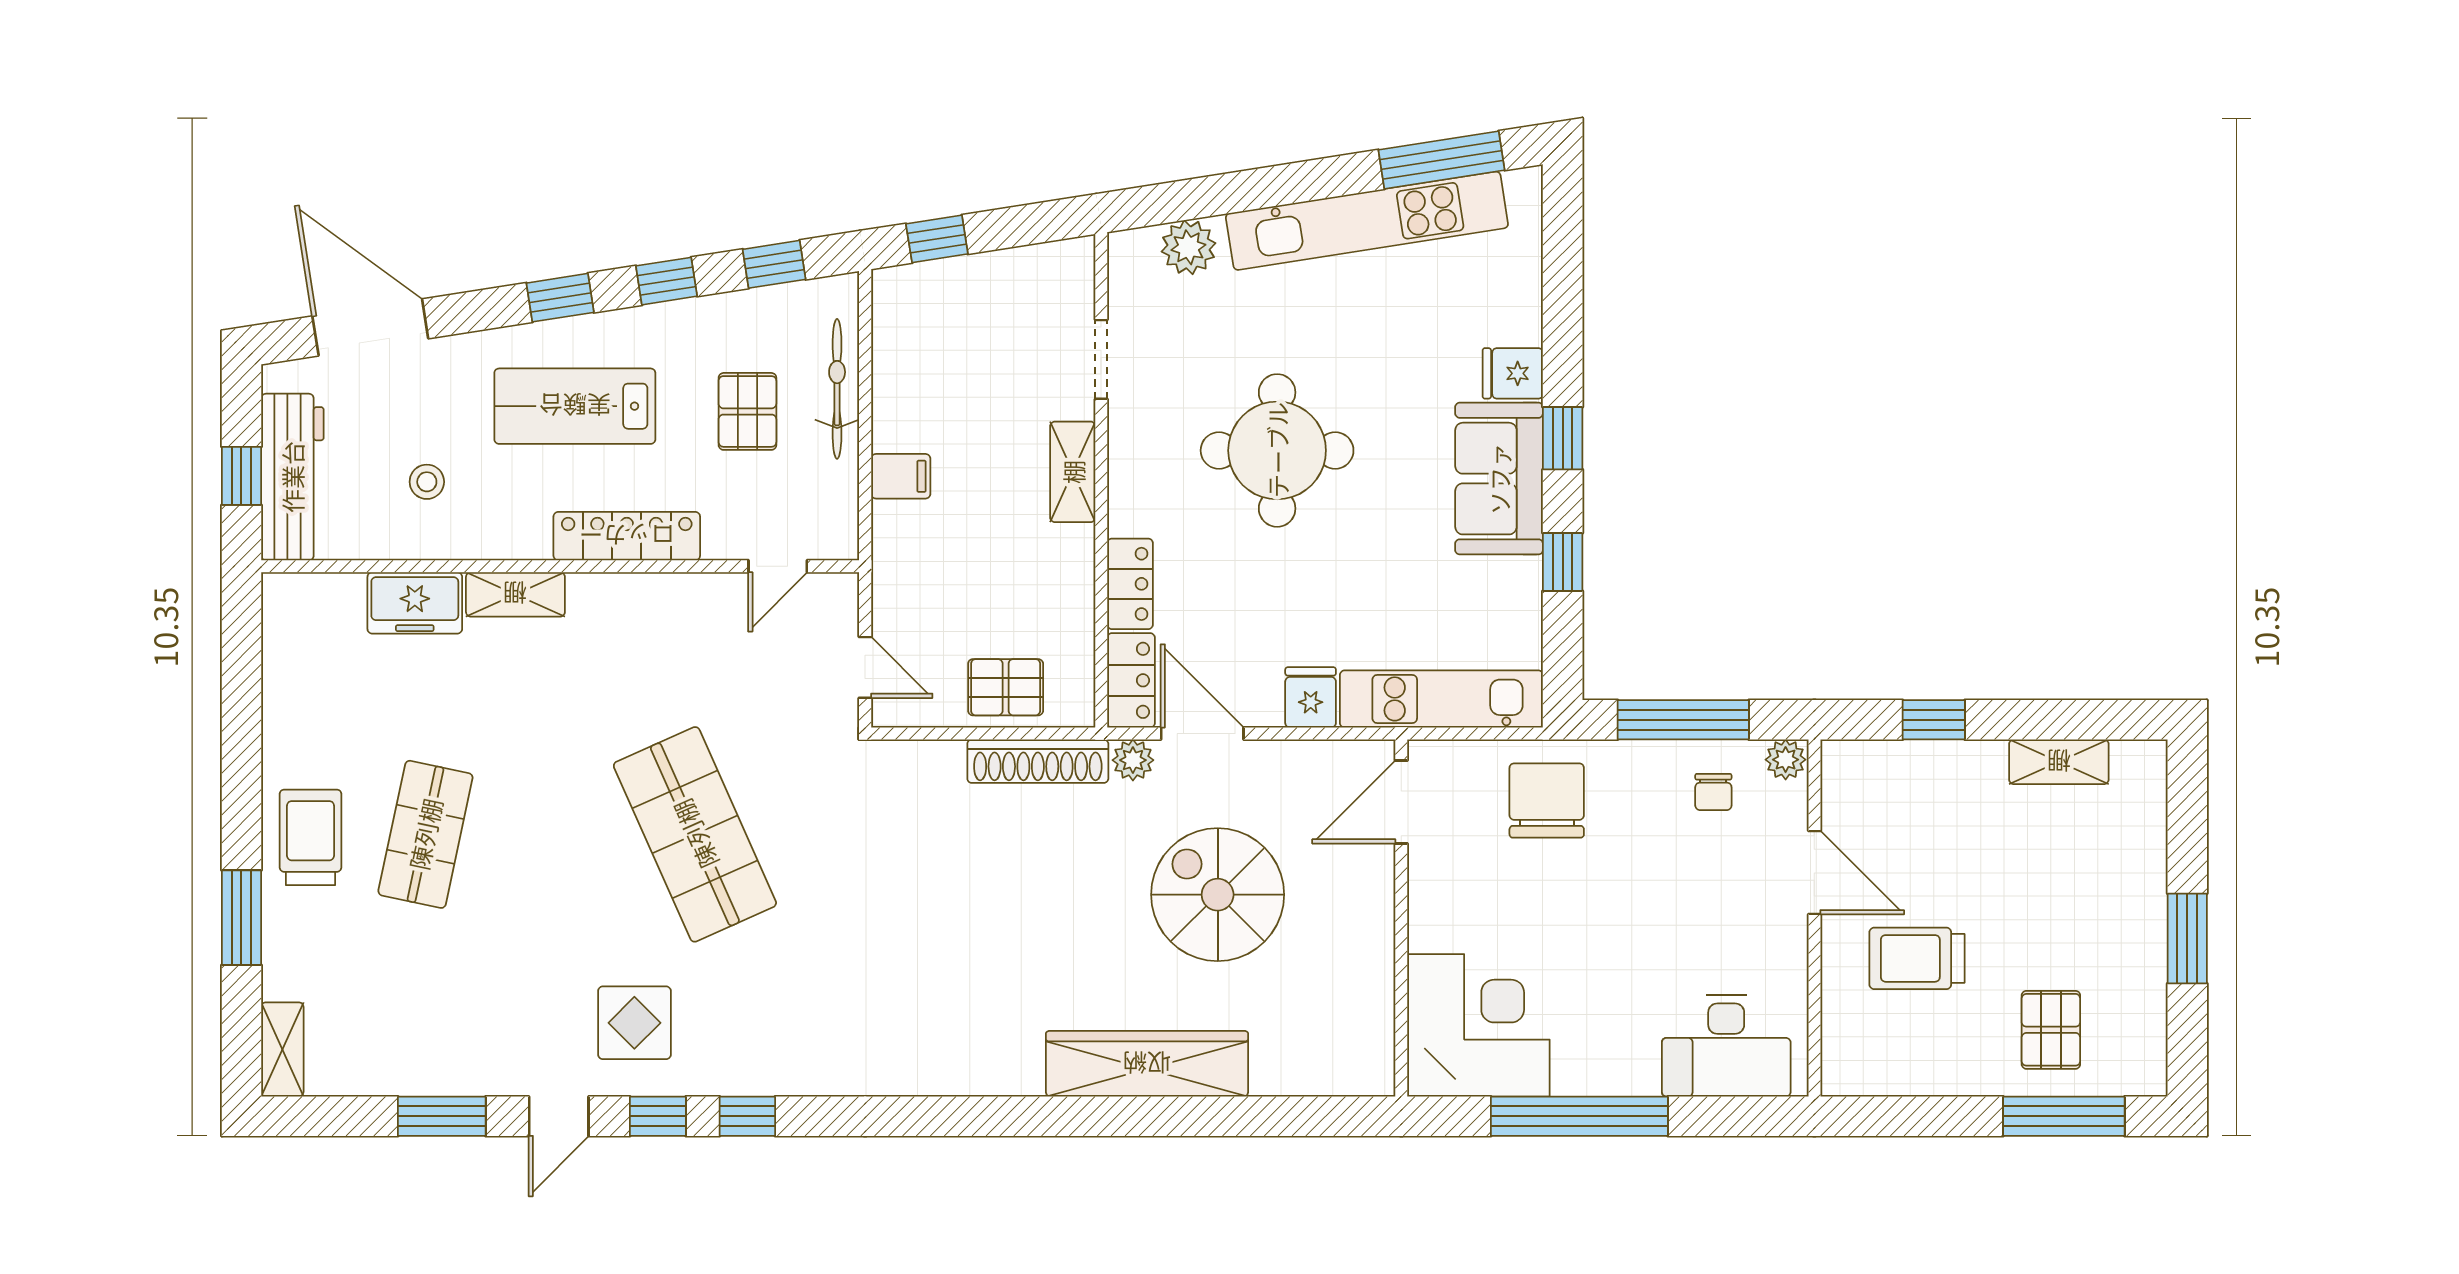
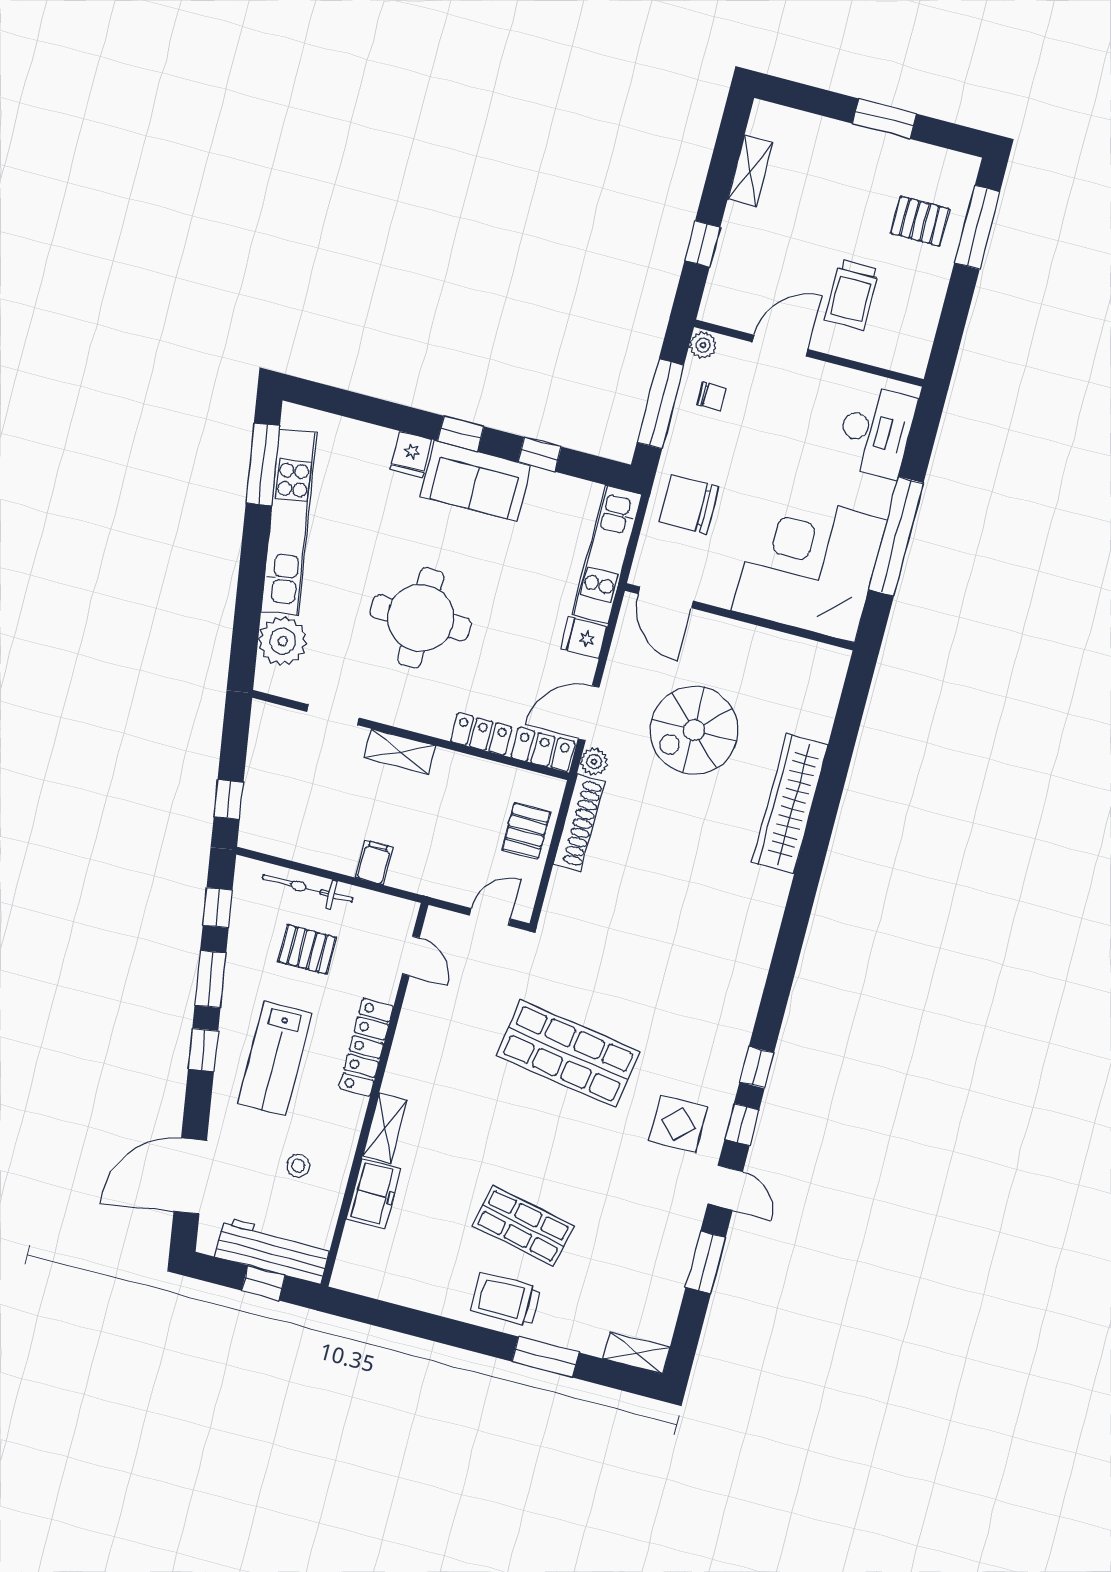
plant: (1188, 247) -> (283, 641), width x1.36, depth x1.36
window: (667, 281) -> (210, 979), width x1.50
shop shelf: (695, 834) -> (568, 1054), turned 33
corner desk: (1478, 1025) -> (809, 565), width x1.36, depth x1.36

